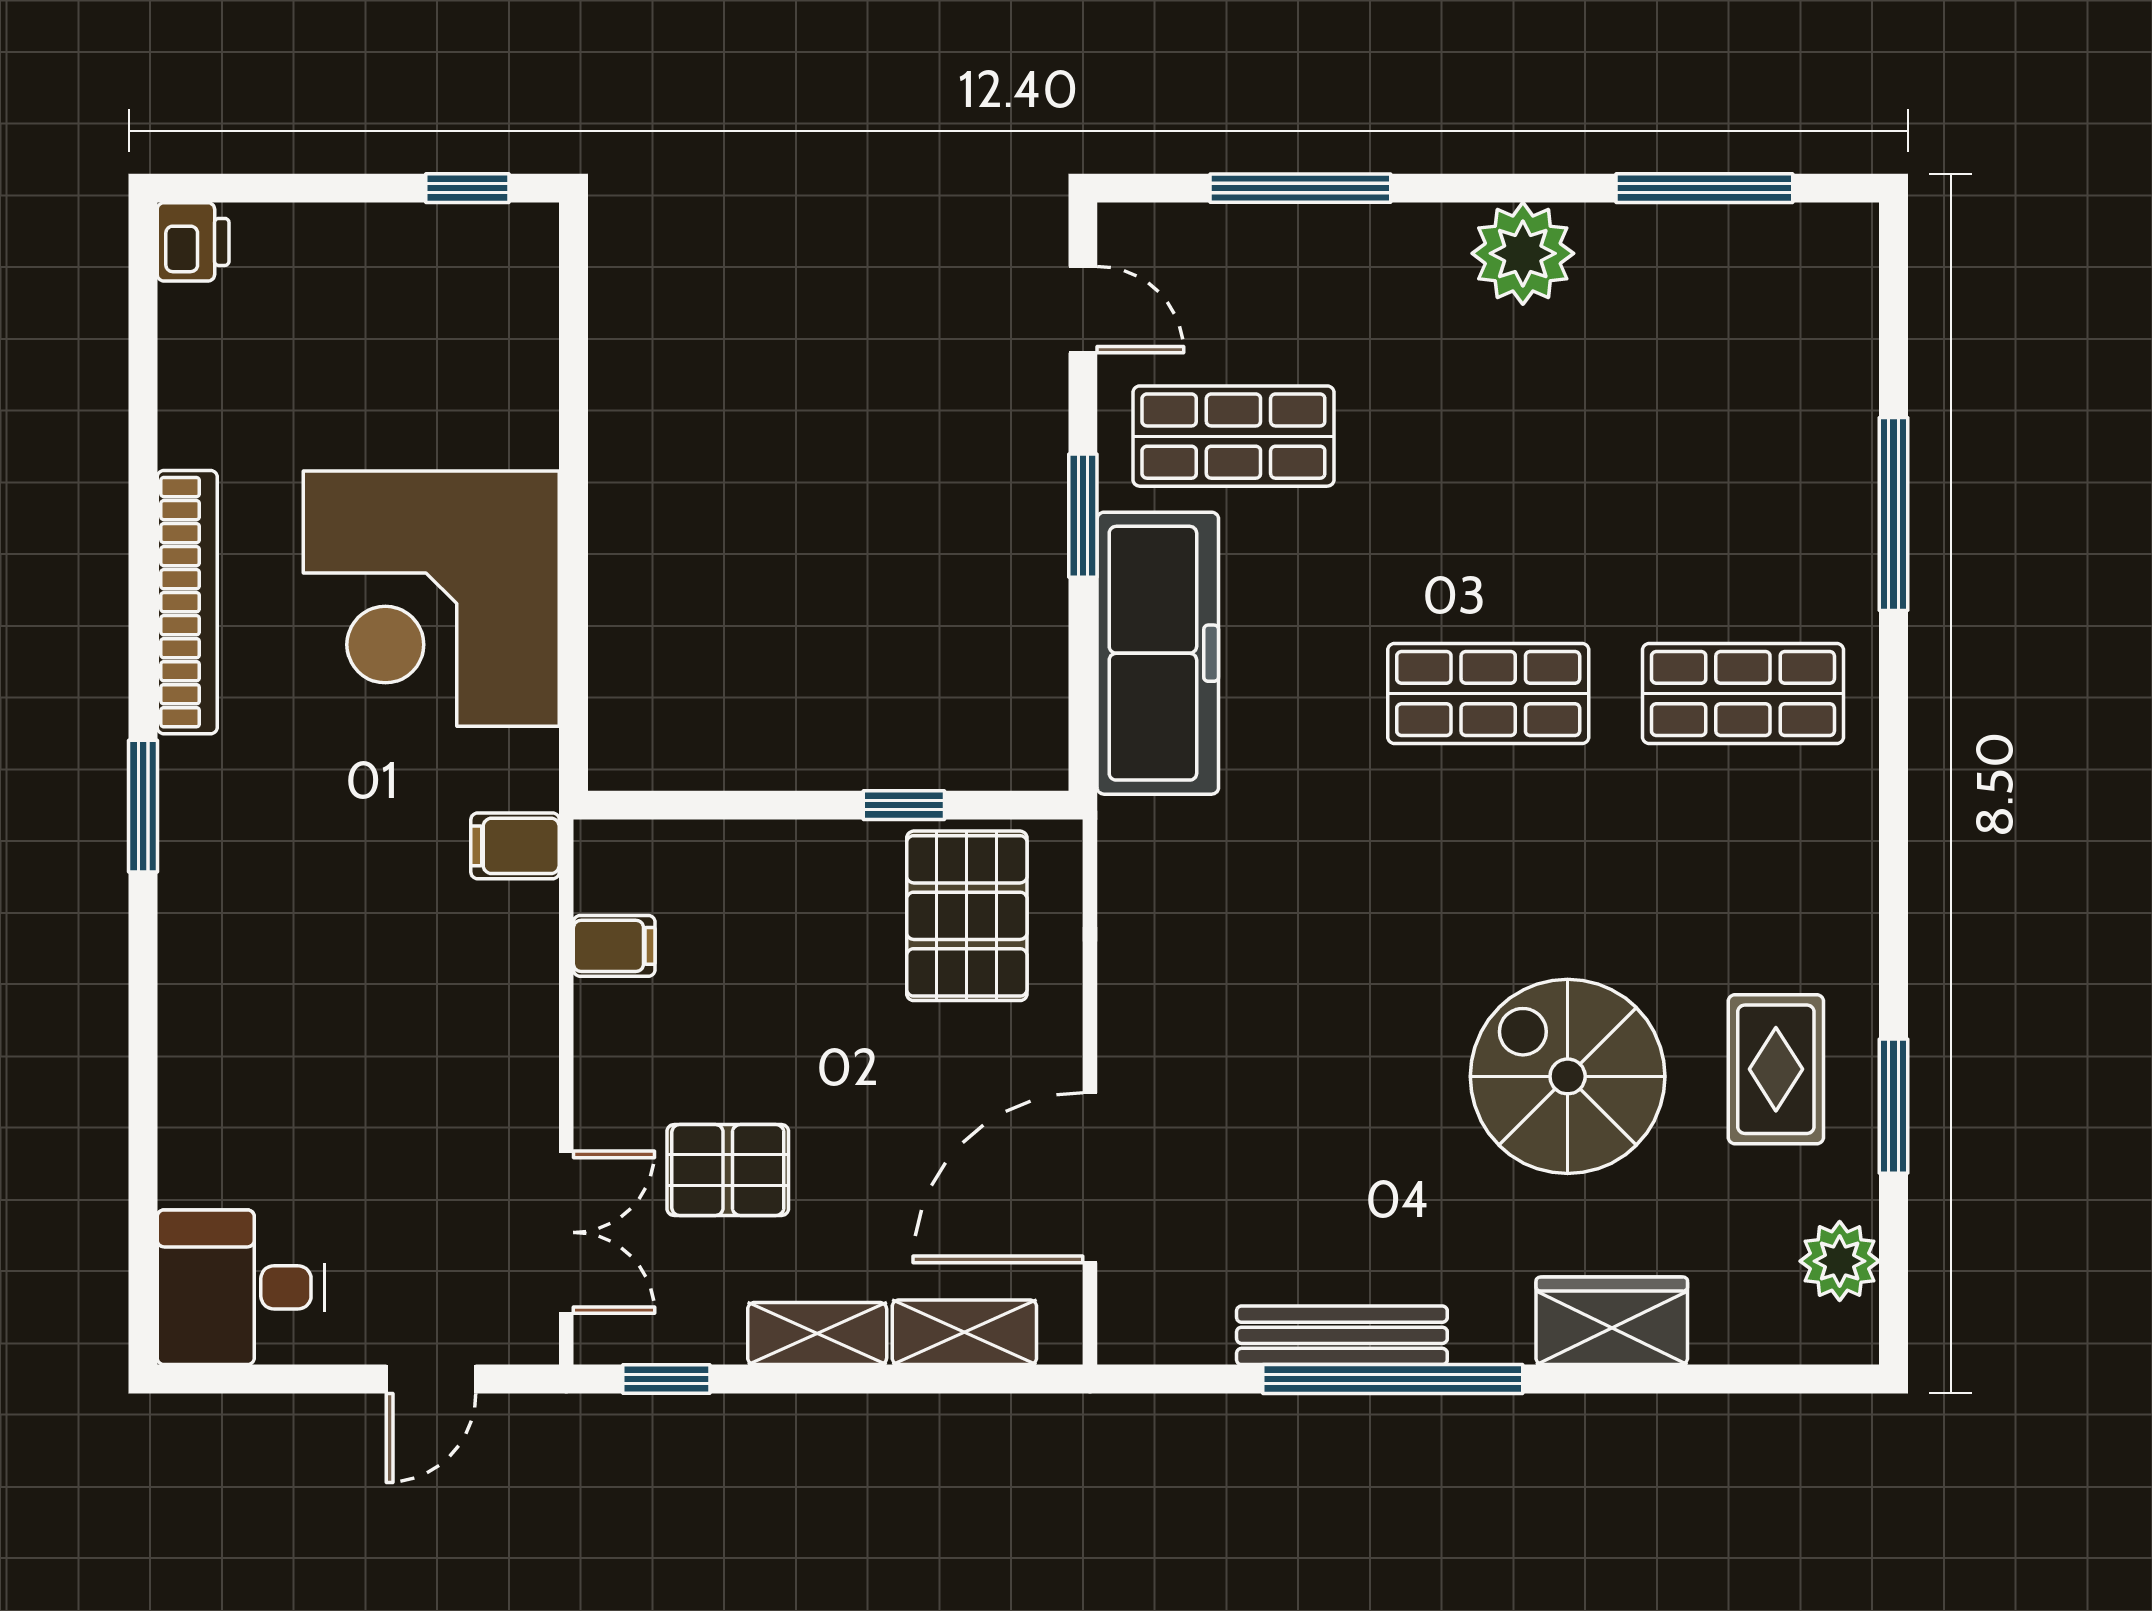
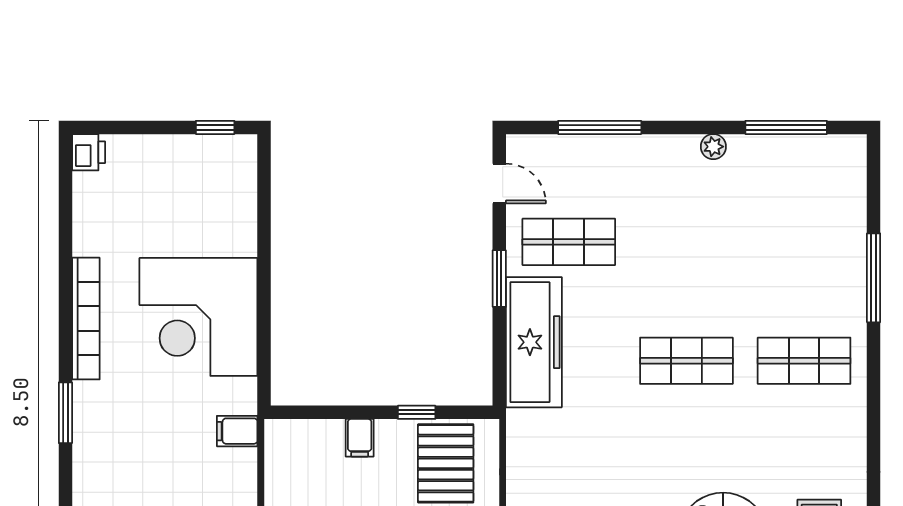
plant: (1523, 253) -> (713, 147), width x0.53, depth x0.53
filing cabinet: (614, 946) -> (360, 438), moved, turned 90

